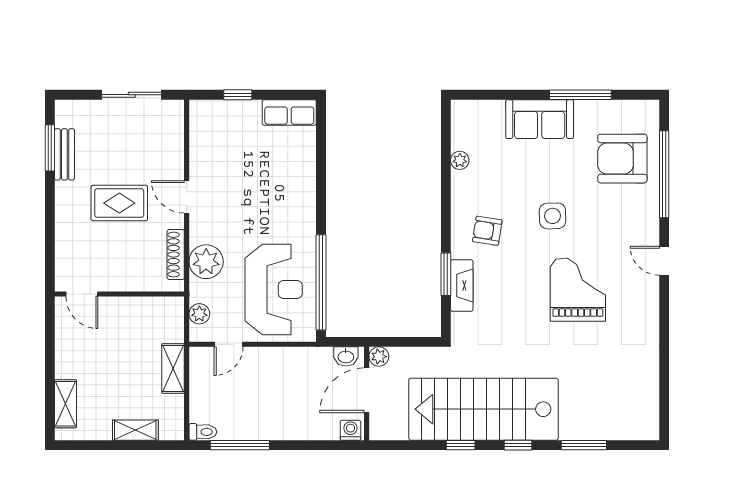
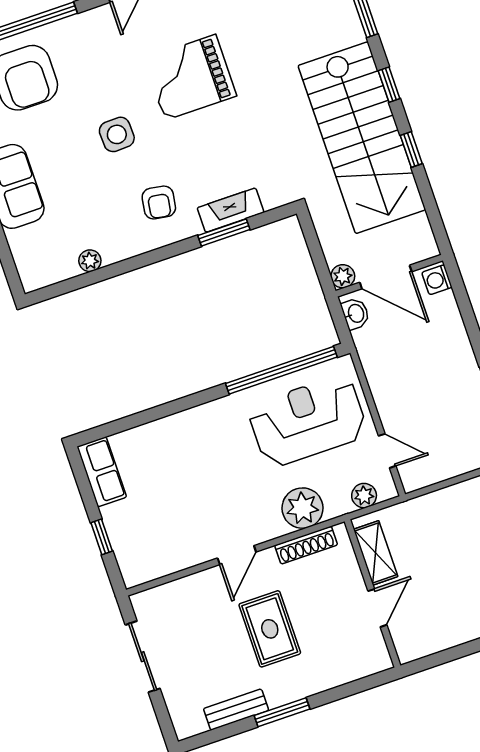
window: (50, 148) -> (282, 712), moved
door: (82, 294) -> (377, 608), moved
shelving: (173, 369) -> (376, 553), moved, turned 90

